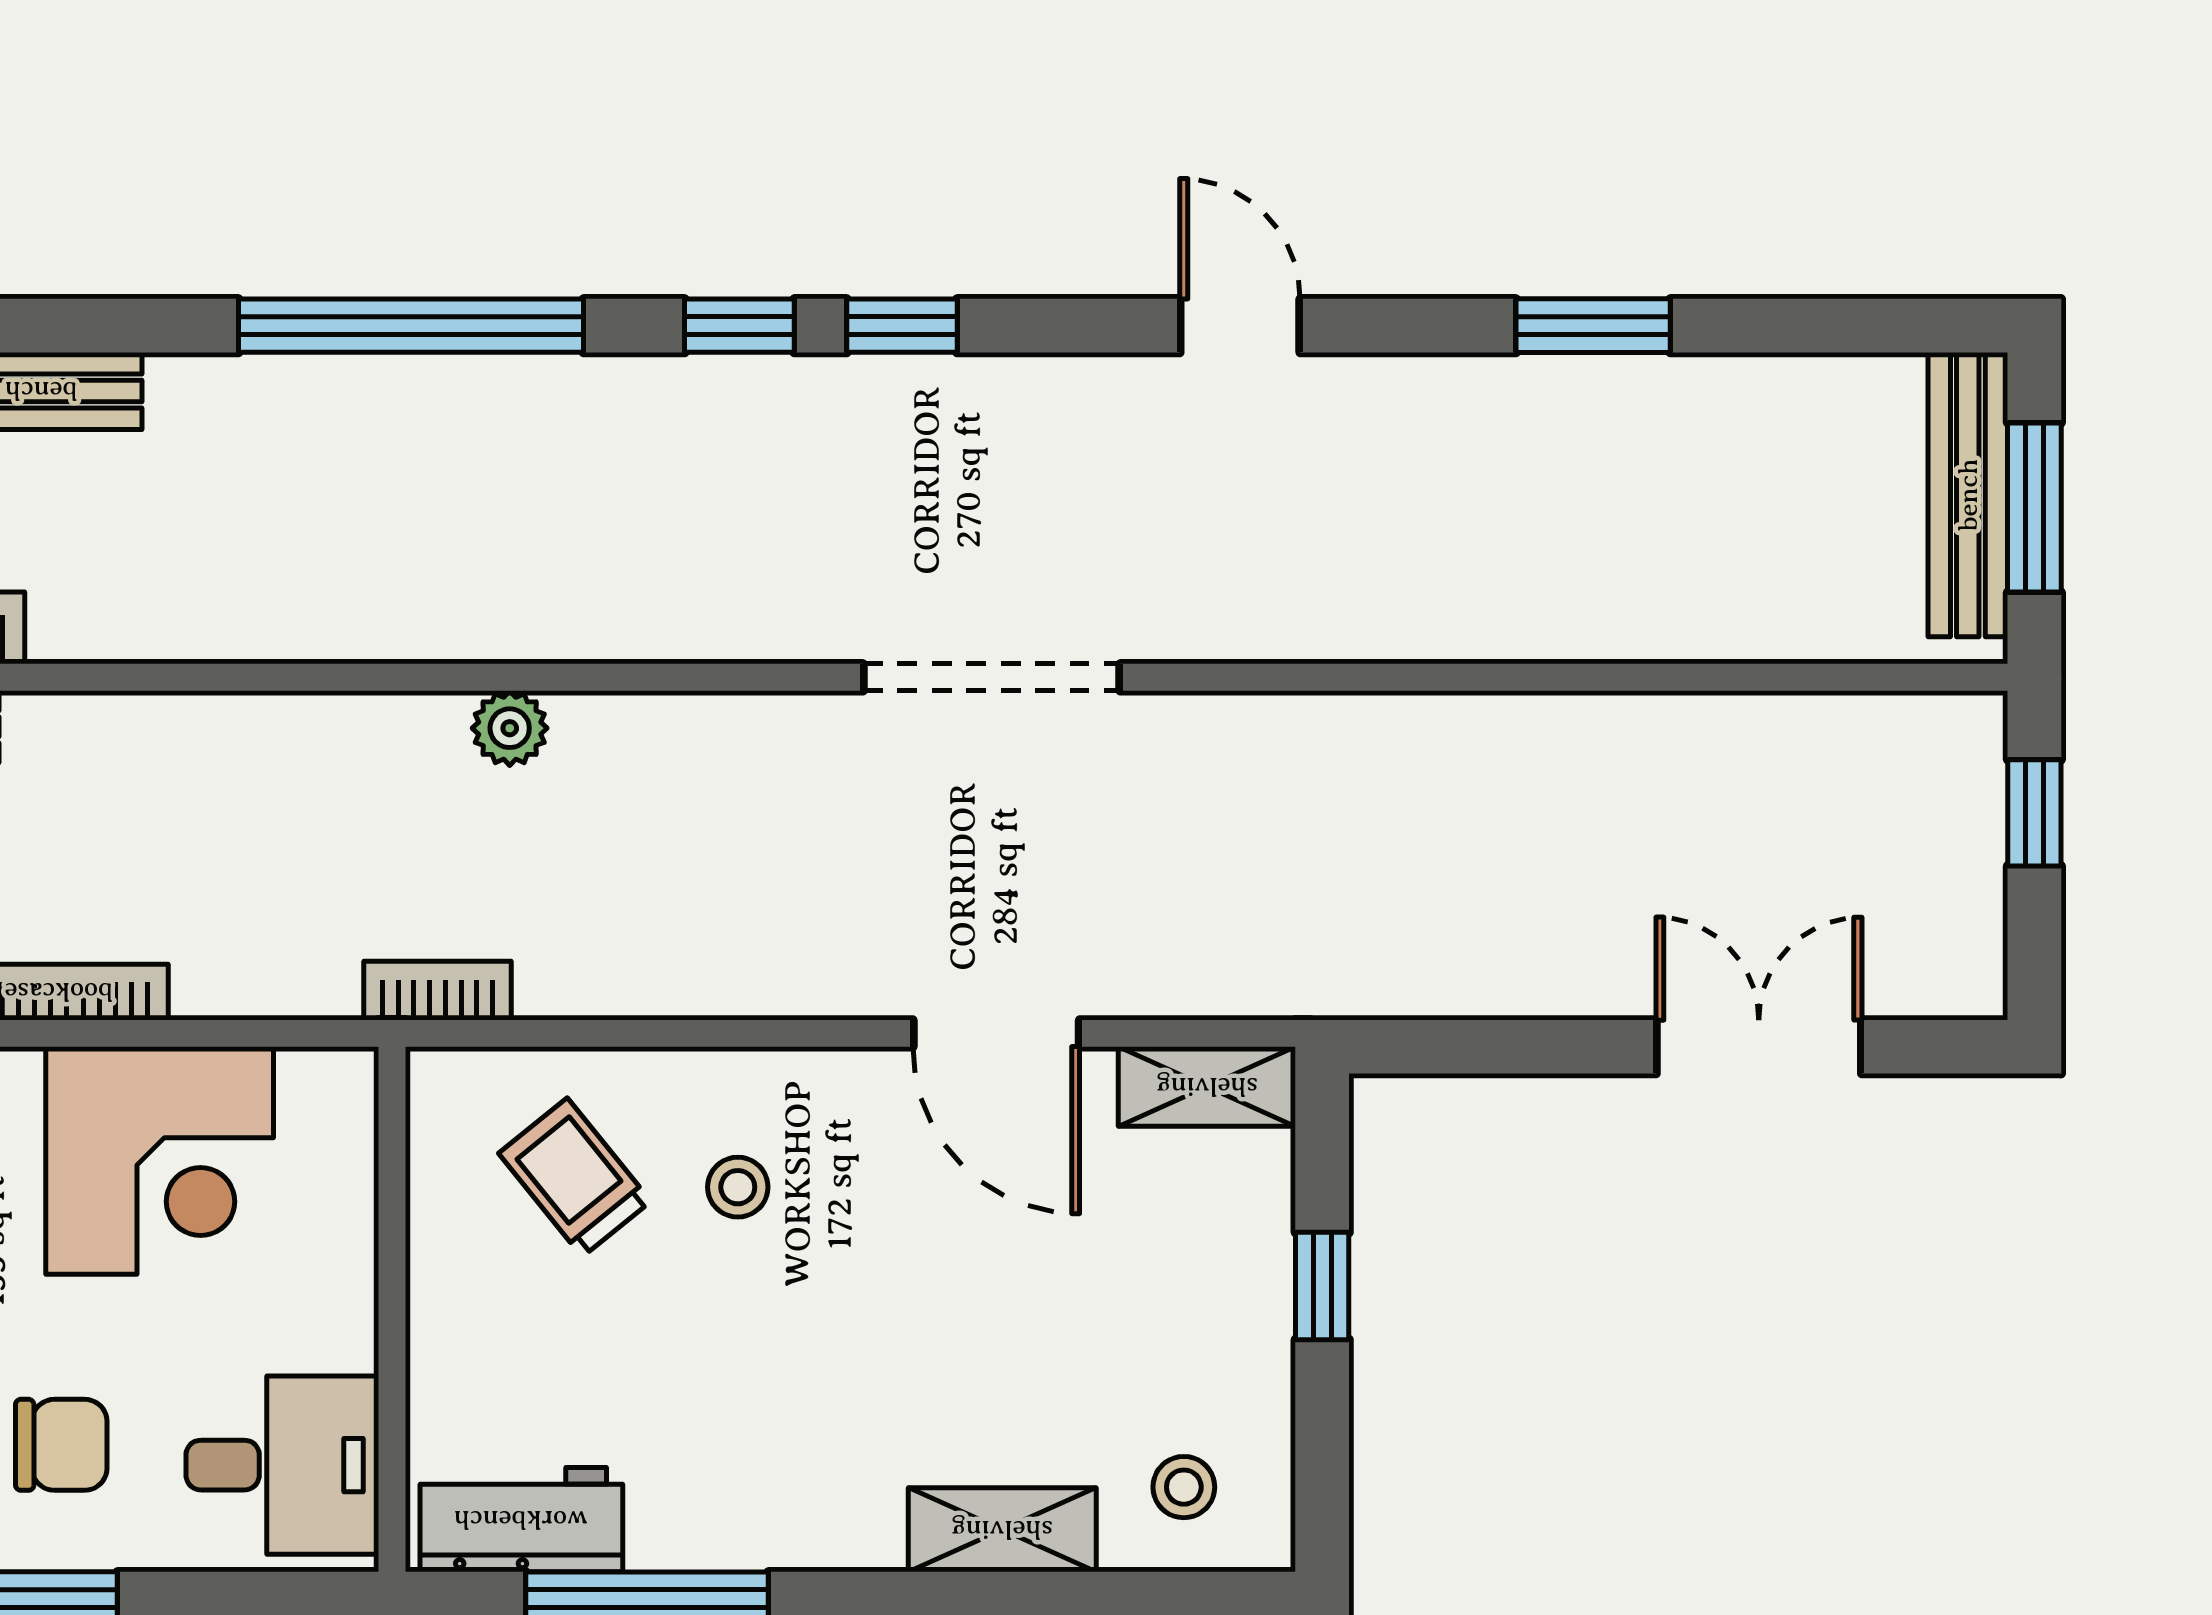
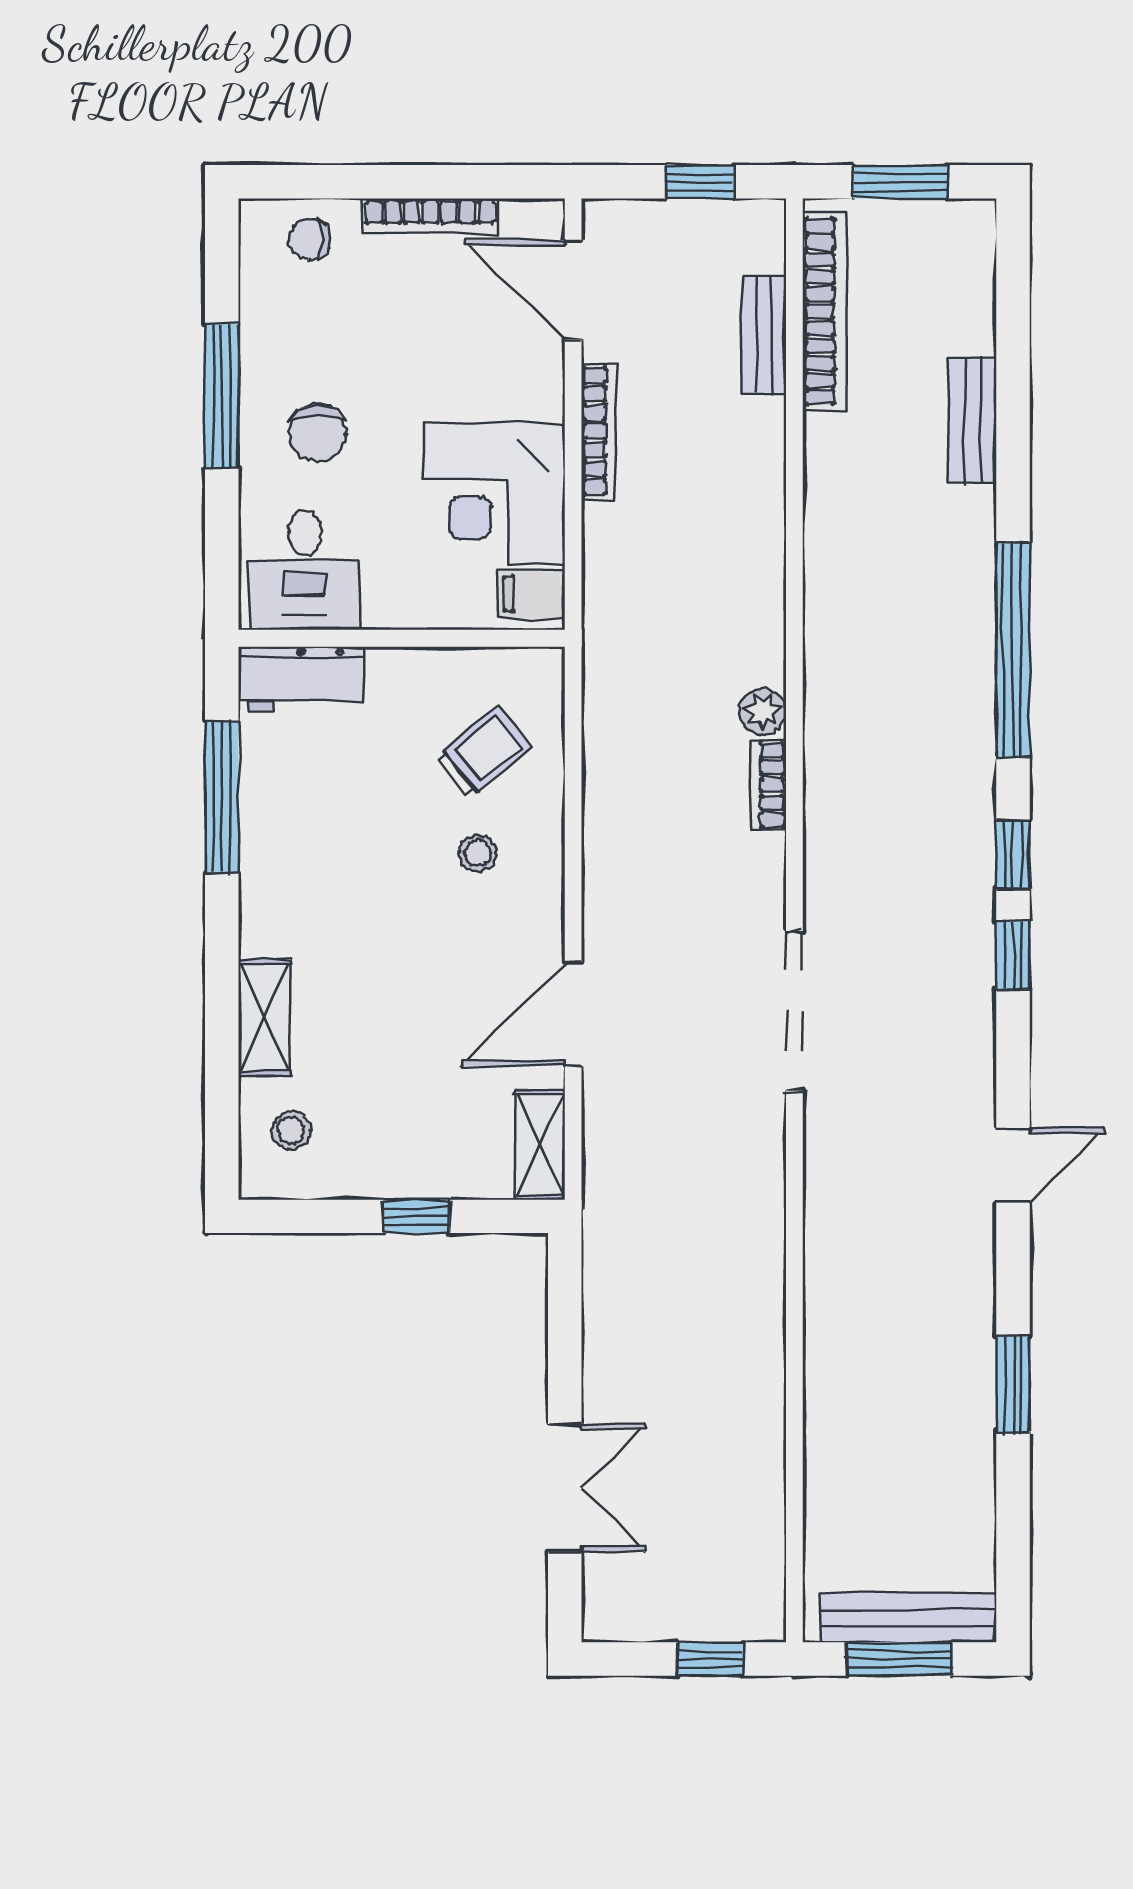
bookcase: (438, 991) -> (768, 785), moved, turned 180
filing cabinet: (320, 1100) -> (532, 594), added
workbench: (521, 1520) -> (301, 679), moved, turned 90

